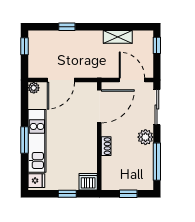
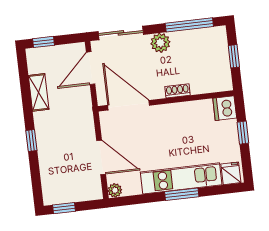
window: (67, 27) -> (31, 141), moved

